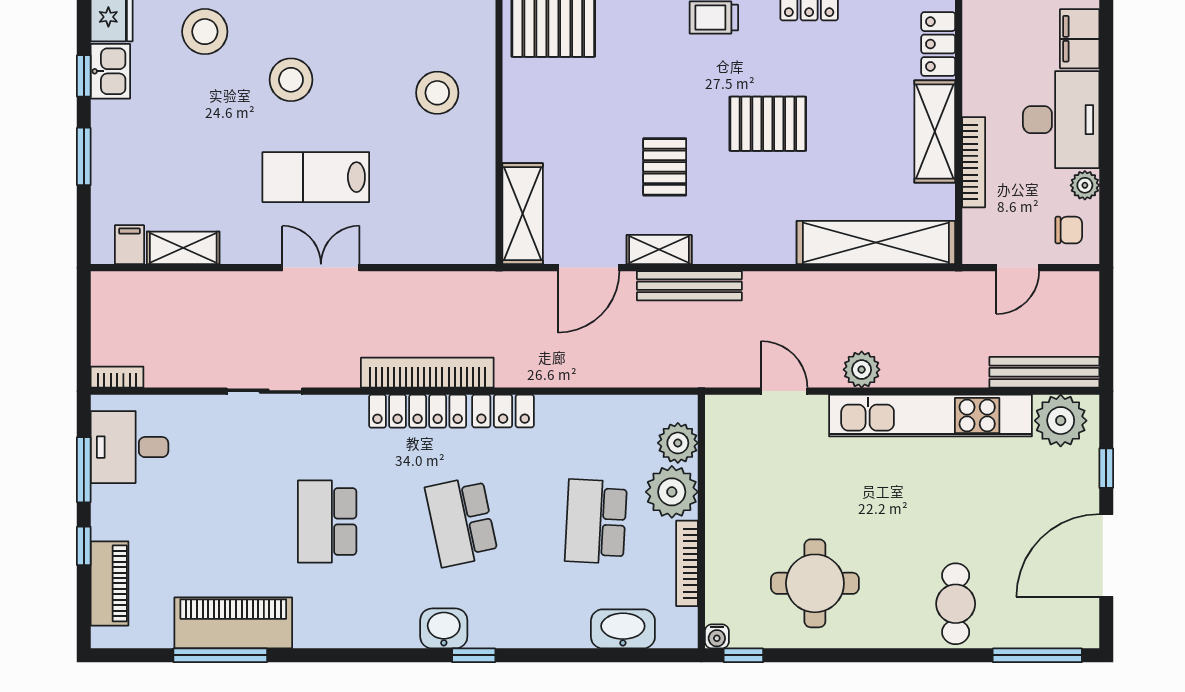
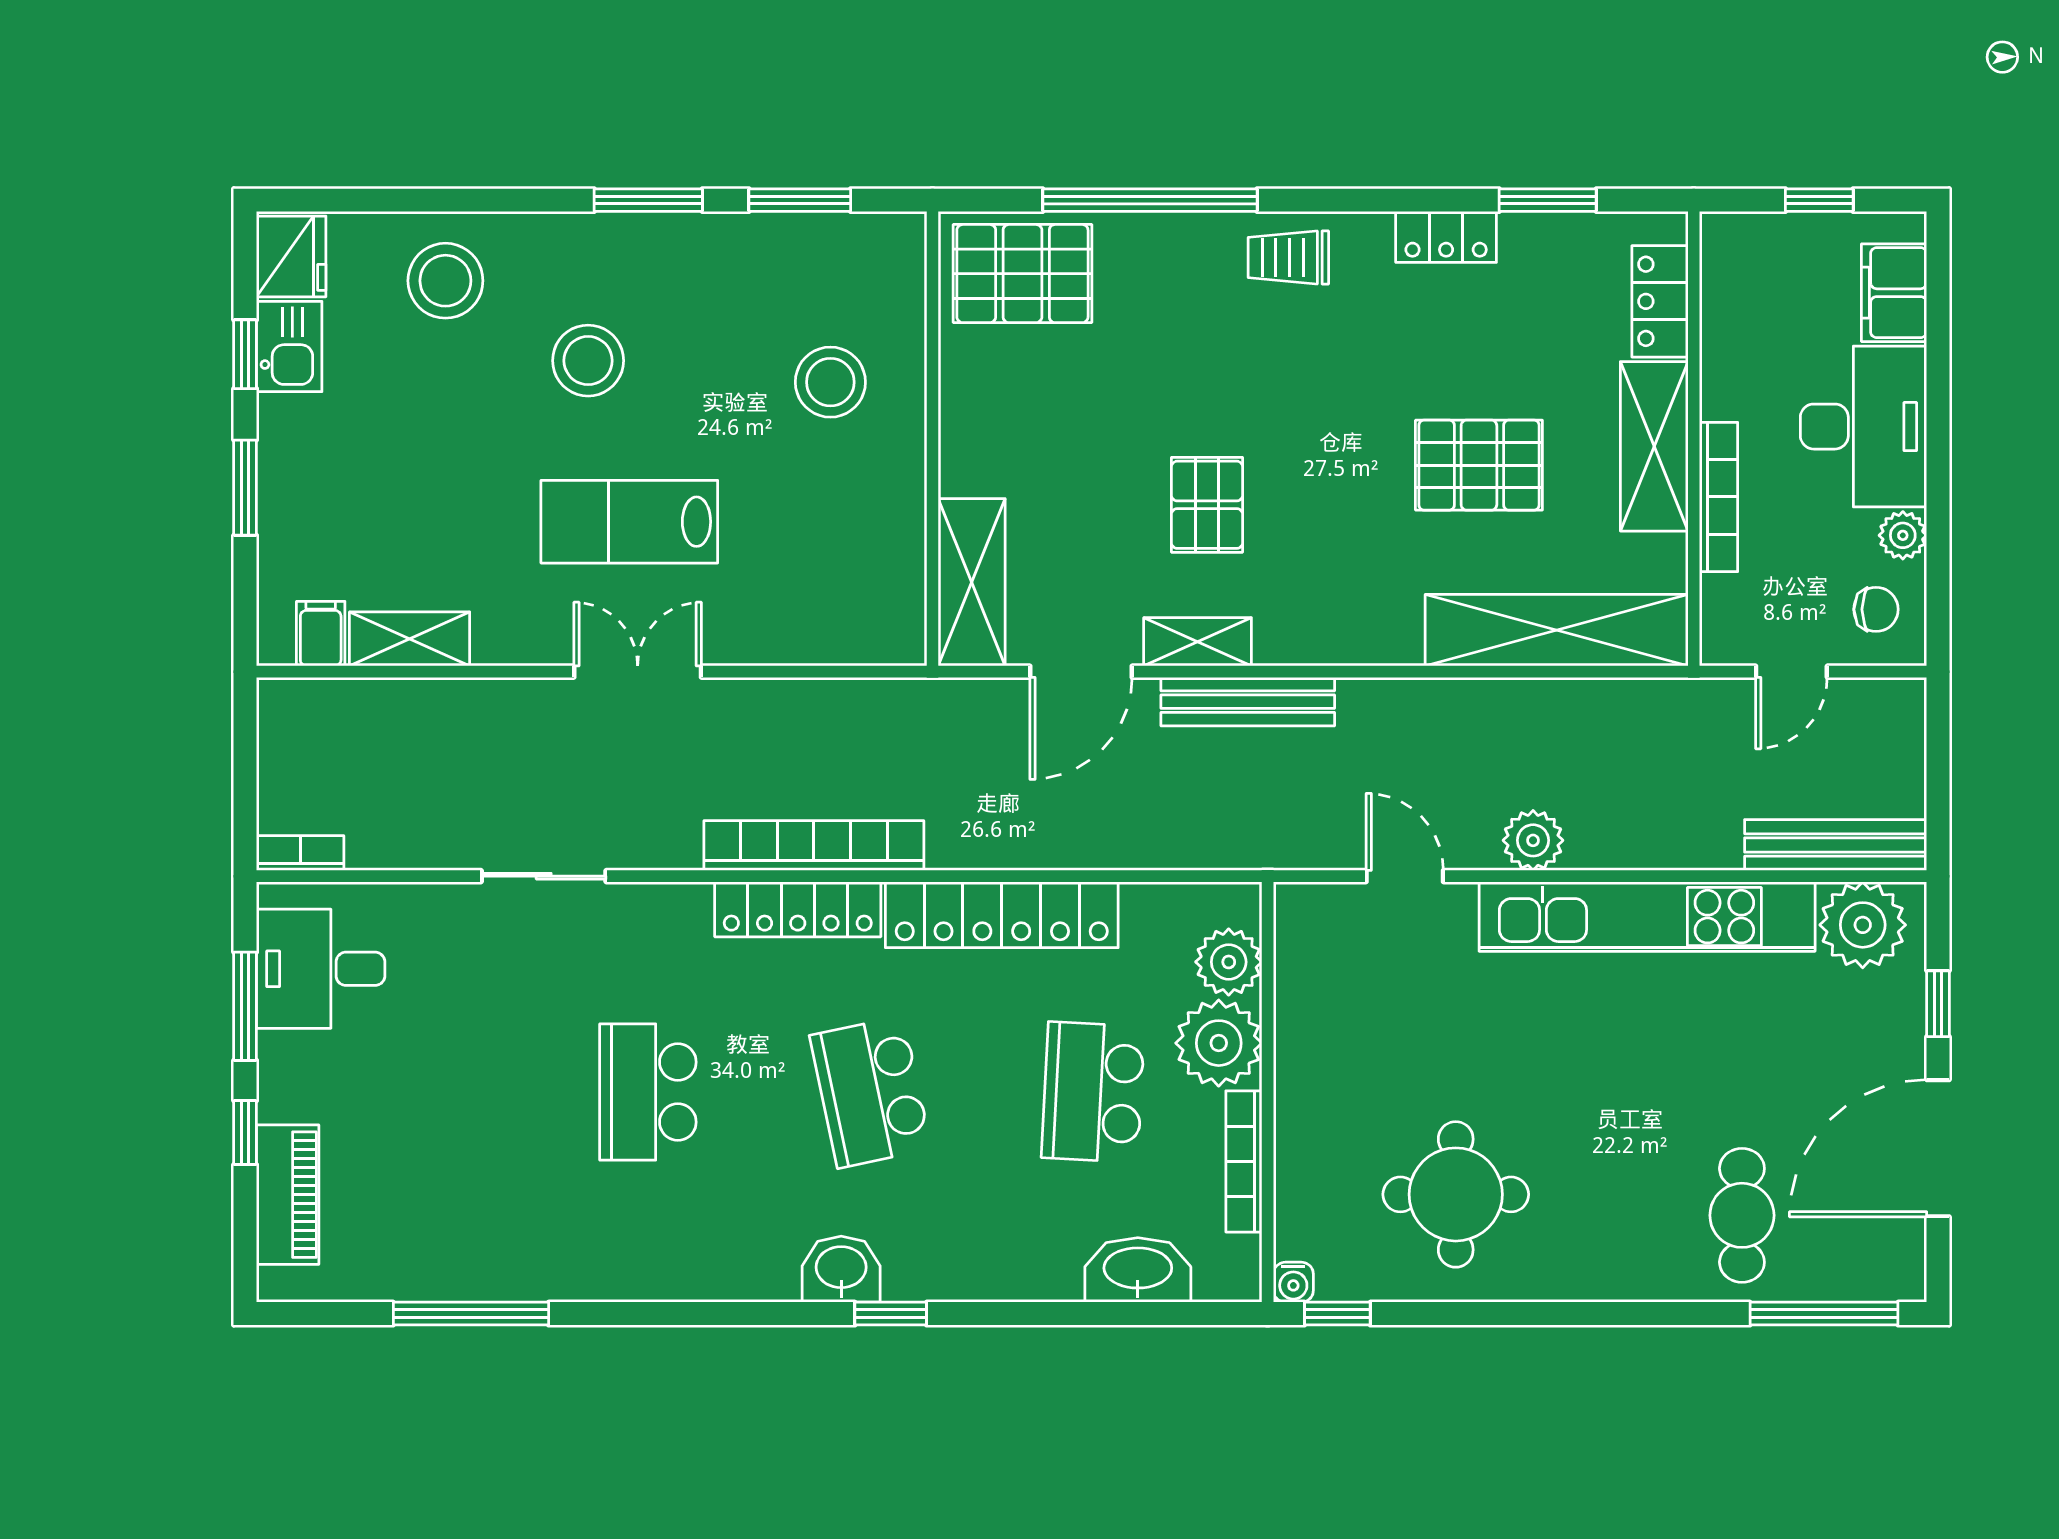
pallet: (768, 124) -> (1479, 465), moved
locker: (503, 411) -> (1002, 915), width x2.16, depth x1.21
cafe table: (956, 604) -> (1742, 1215), moved
piano: (233, 623) -> (492, 1260), removed

